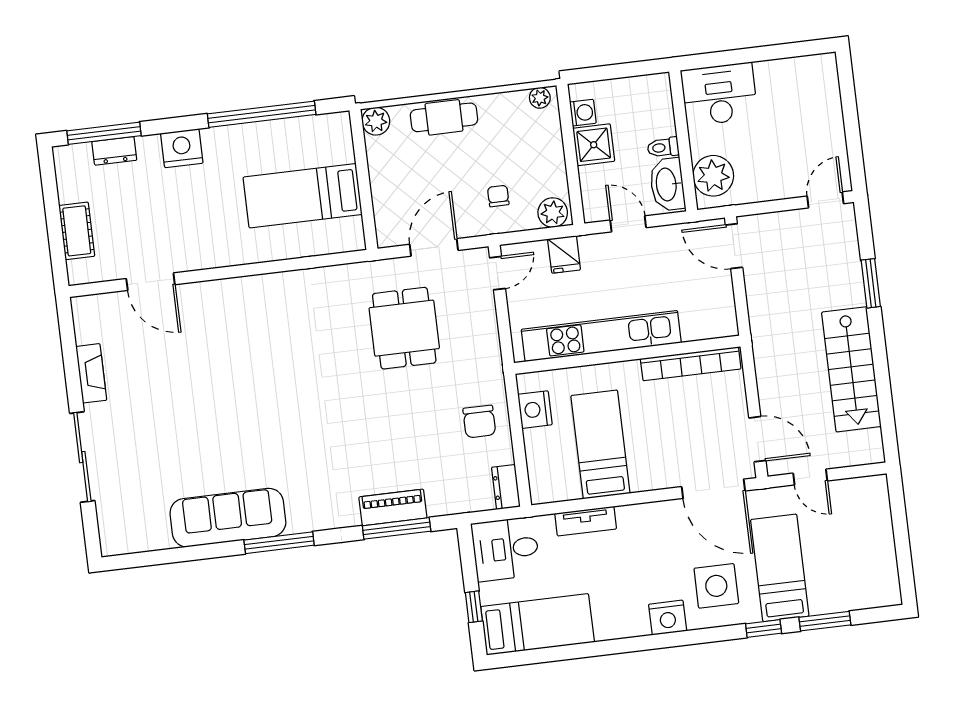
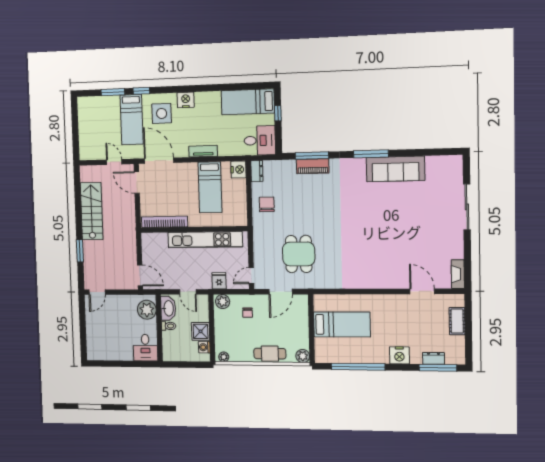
desk: (719, 94) -> (145, 348), width x0.73
fireplace: (91, 373) -> (458, 274), moved
nightstand: (535, 410) -> (238, 170), moved
tv unit: (586, 521) -> (203, 151), moved

